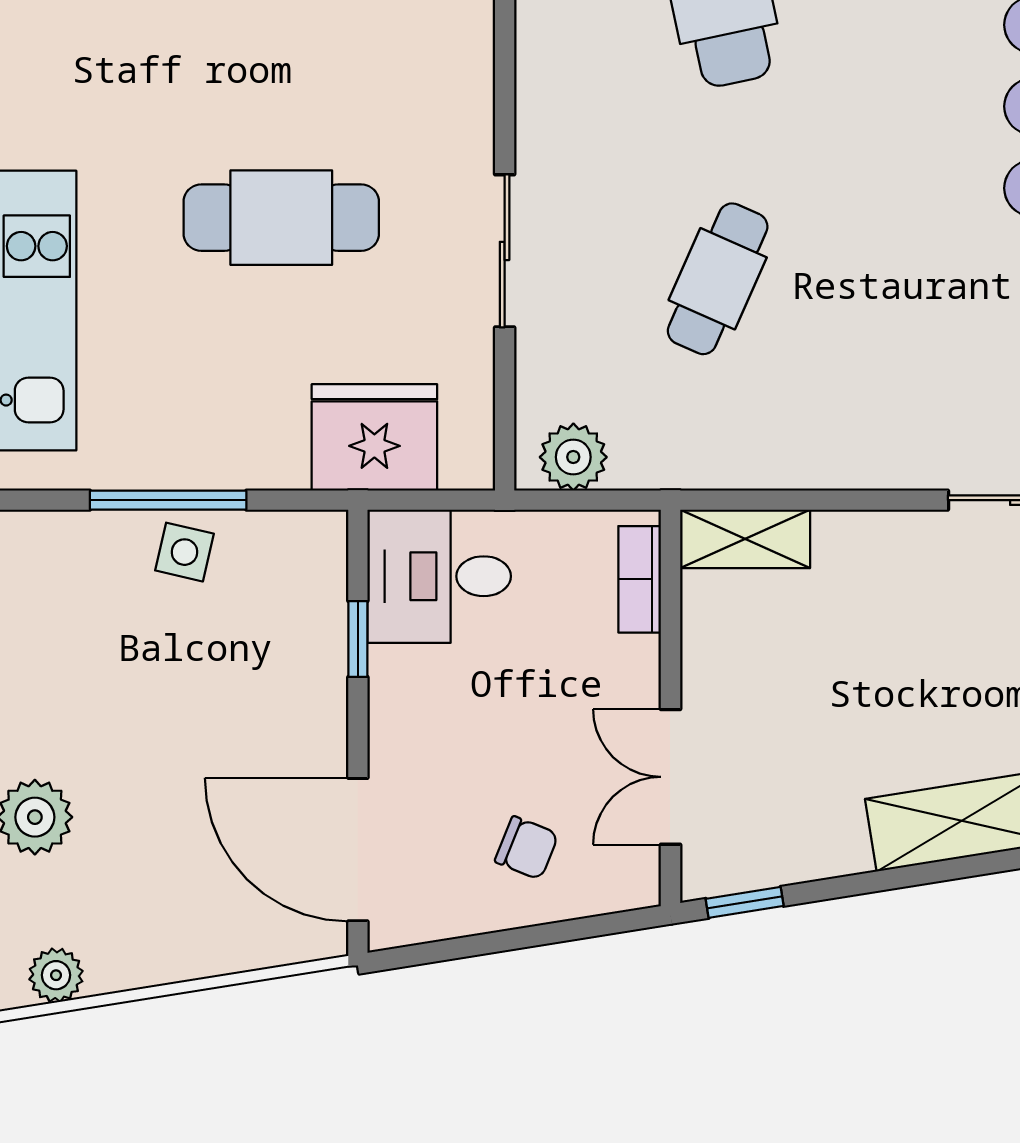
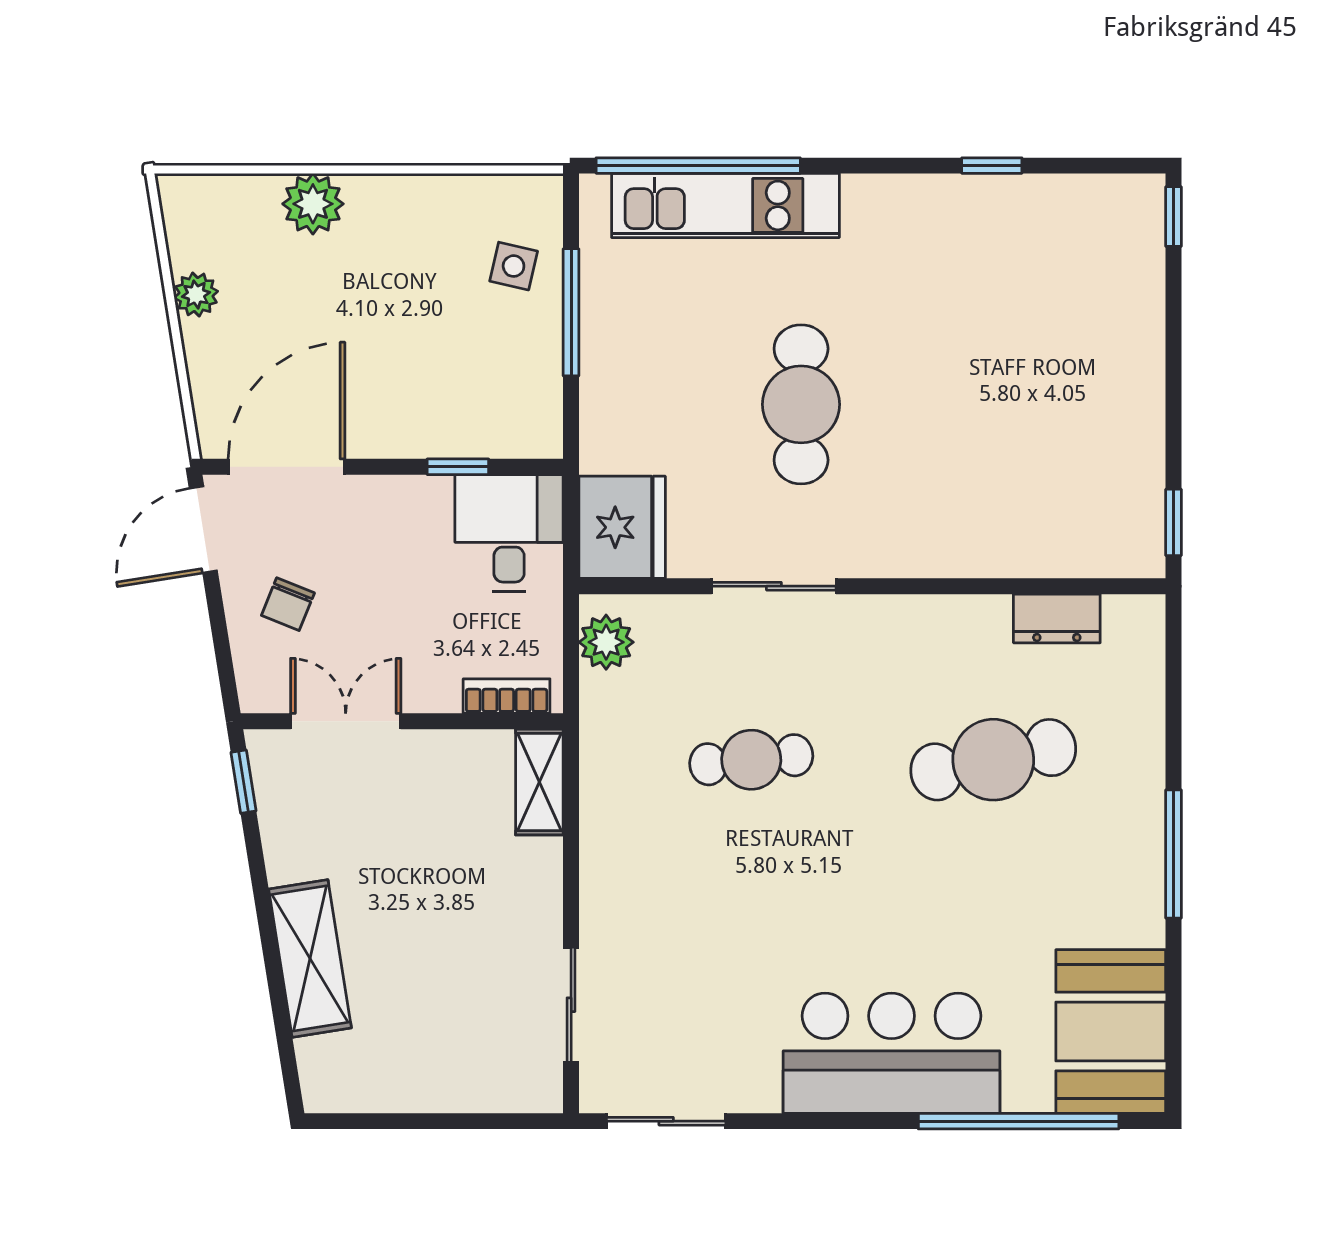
cafe table: (718, 279) -> (751, 760), turned -30
fridge: (374, 437) -> (622, 527), moved
side table: (184, 552) -> (514, 266), moved
door: (435, 952) -> (203, 529), added
plant: (56, 975) -> (196, 294), moved

